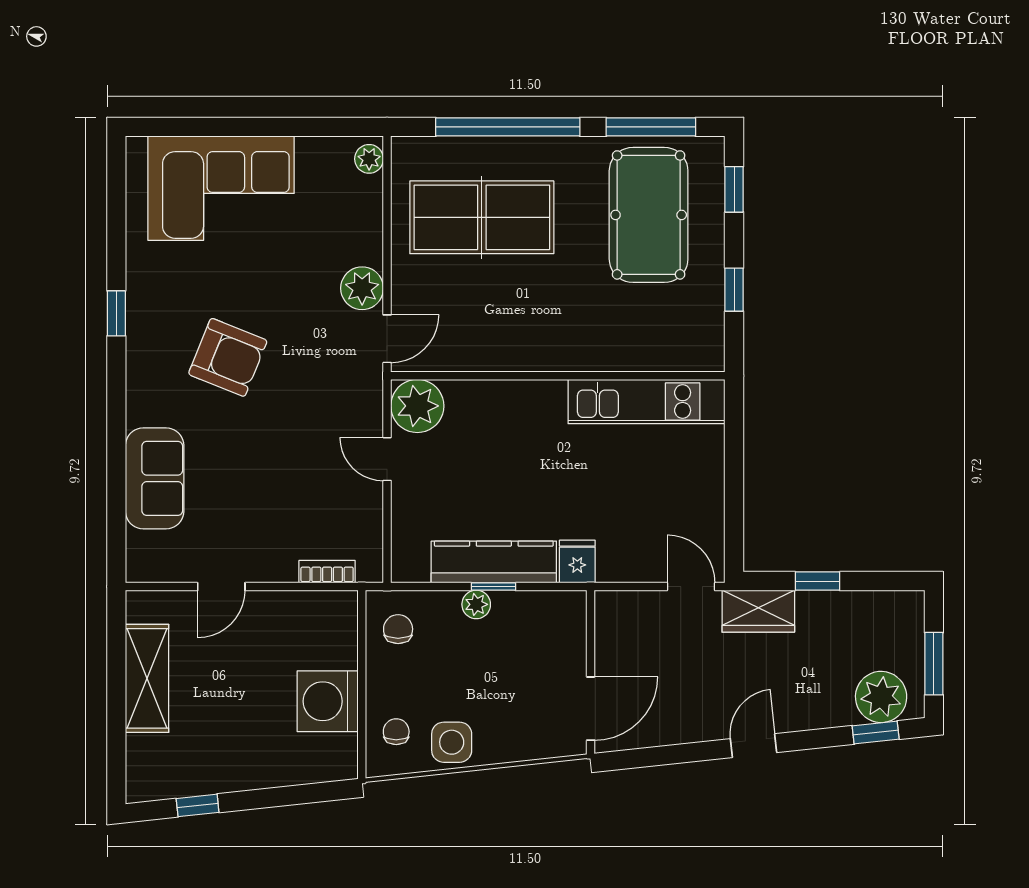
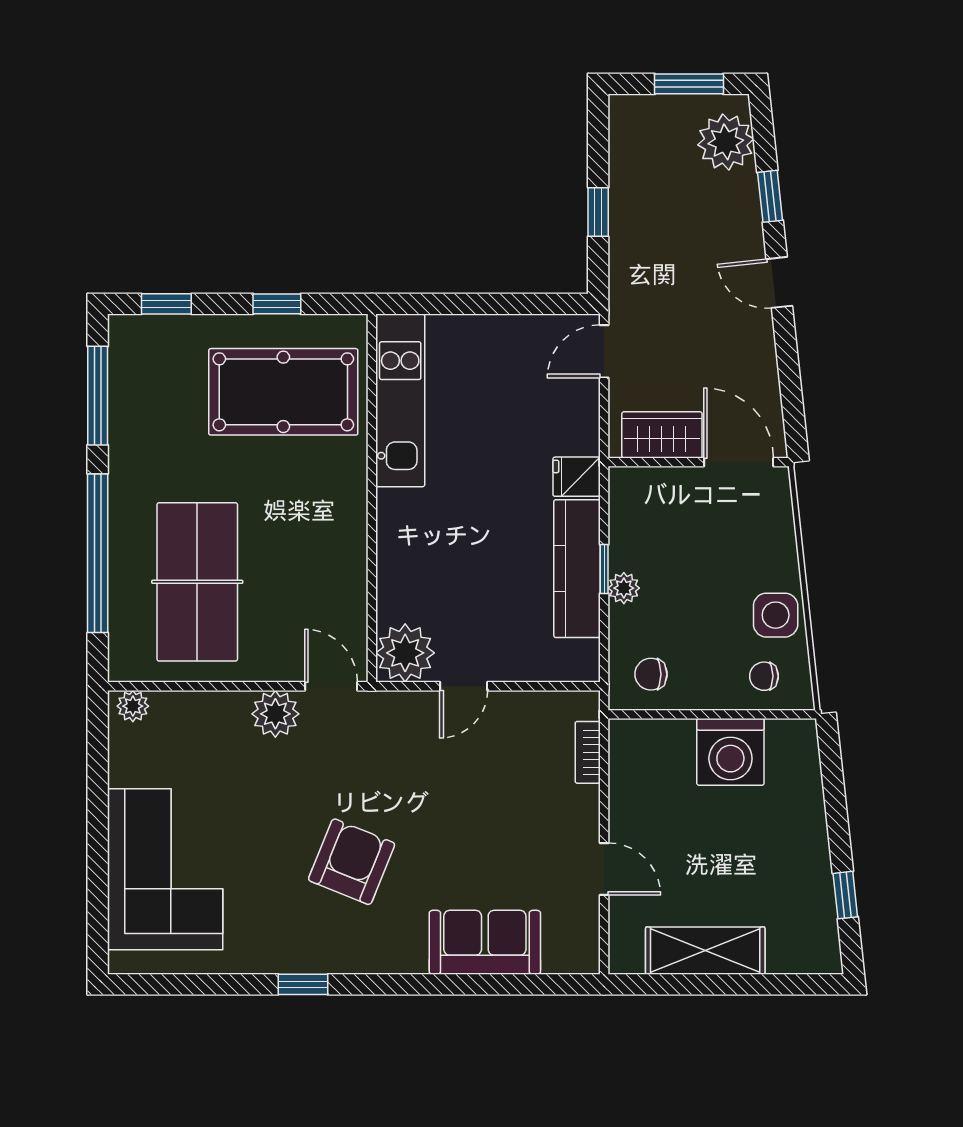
pool table: (649, 215) -> (283, 392), moved
wardrobe: (758, 611) -> (662, 435), moved, turned -90
window: (876, 732) -> (770, 196), moved

